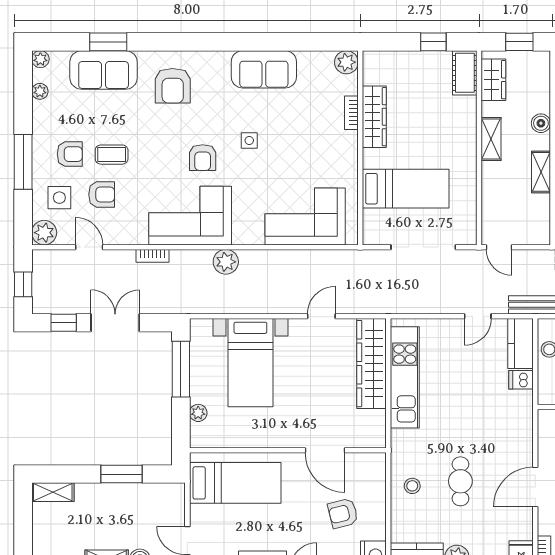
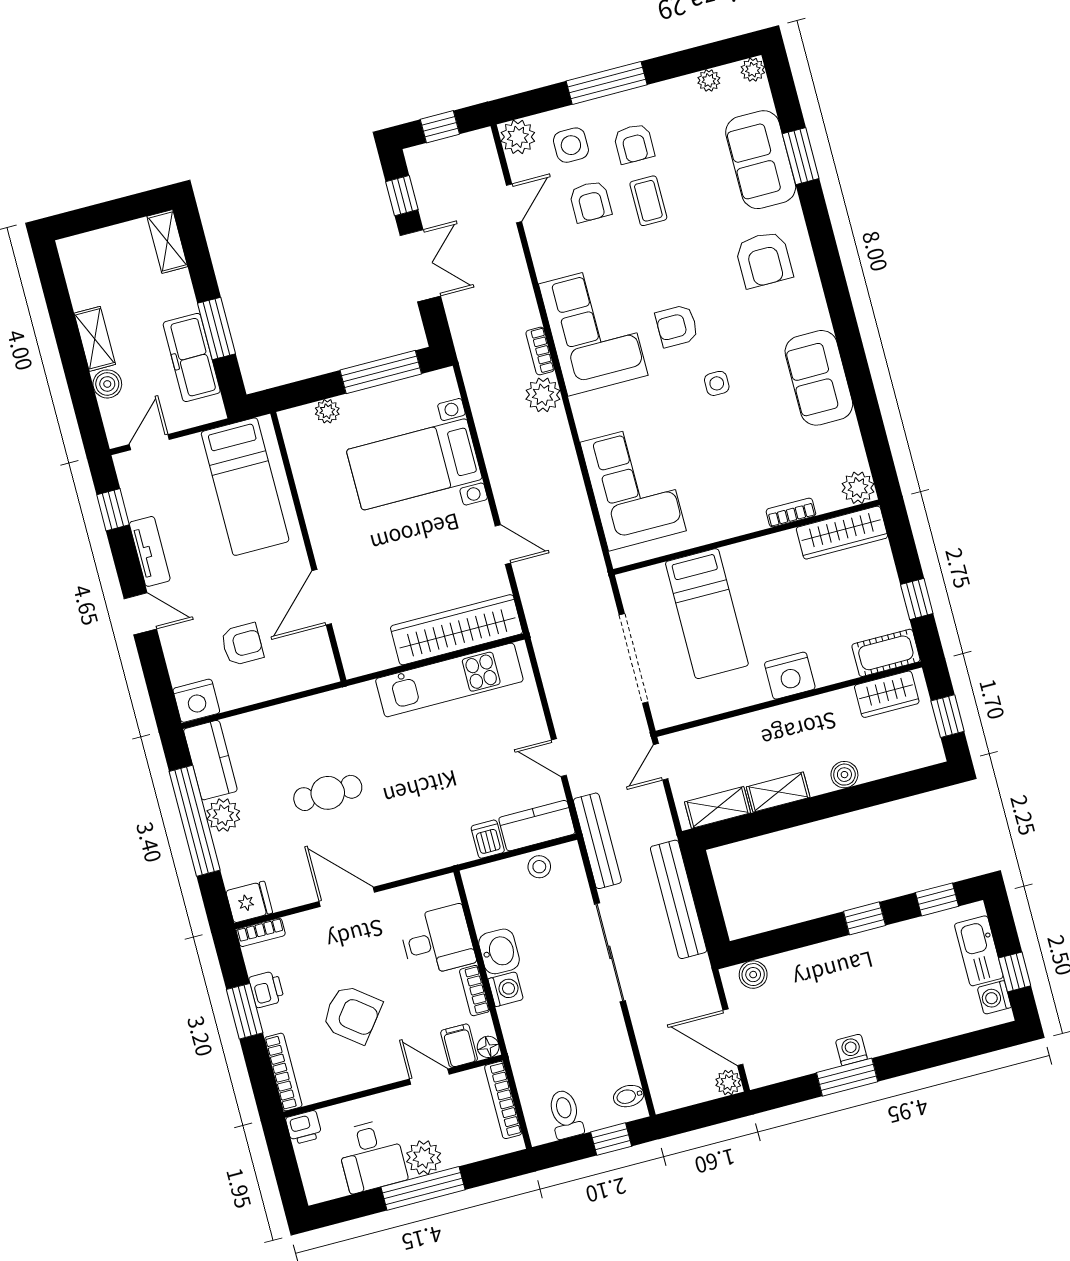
armchair: (173, 86) -> (764, 260), turned -90
wardrobe: (374, 117) -> (842, 533), moved
shelving: (491, 139) -> (718, 807), moved
nightstand: (463, 143) -> (790, 676), added
bookcase: (153, 256) -> (540, 351), moved
stool: (412, 486) -> (304, 729), removed
freezer: (137, 496) -> (192, 358), added
armchair: (343, 513) -> (242, 644), turned 104

